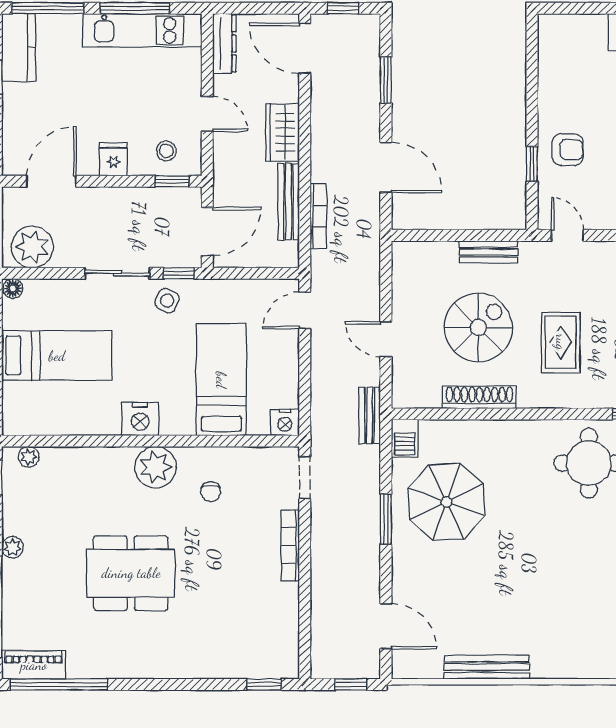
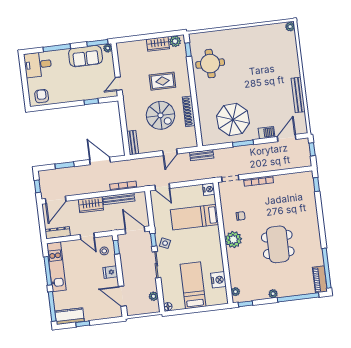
door: (207, 114) -> (87, 236), swing flipped
armchair: (568, 150) -> (42, 96), moved
door: (386, 167) -> (100, 161), hinge flipped
plant: (32, 247) -> (153, 296), width x0.53, depth x0.53
bench: (488, 252) -> (133, 143), moved
spiral stairs: (478, 328) -> (160, 115), turned 180
nightstand: (140, 419) -> (218, 280), moved
barbecue: (405, 438) -> (267, 133), moved

